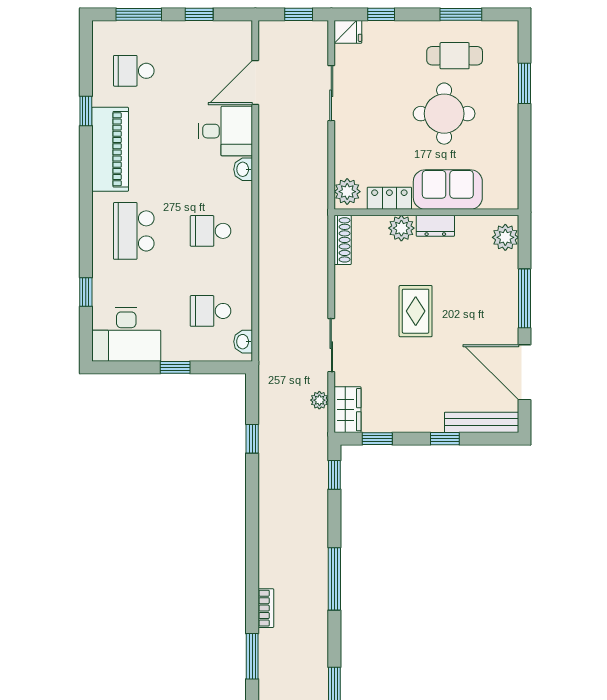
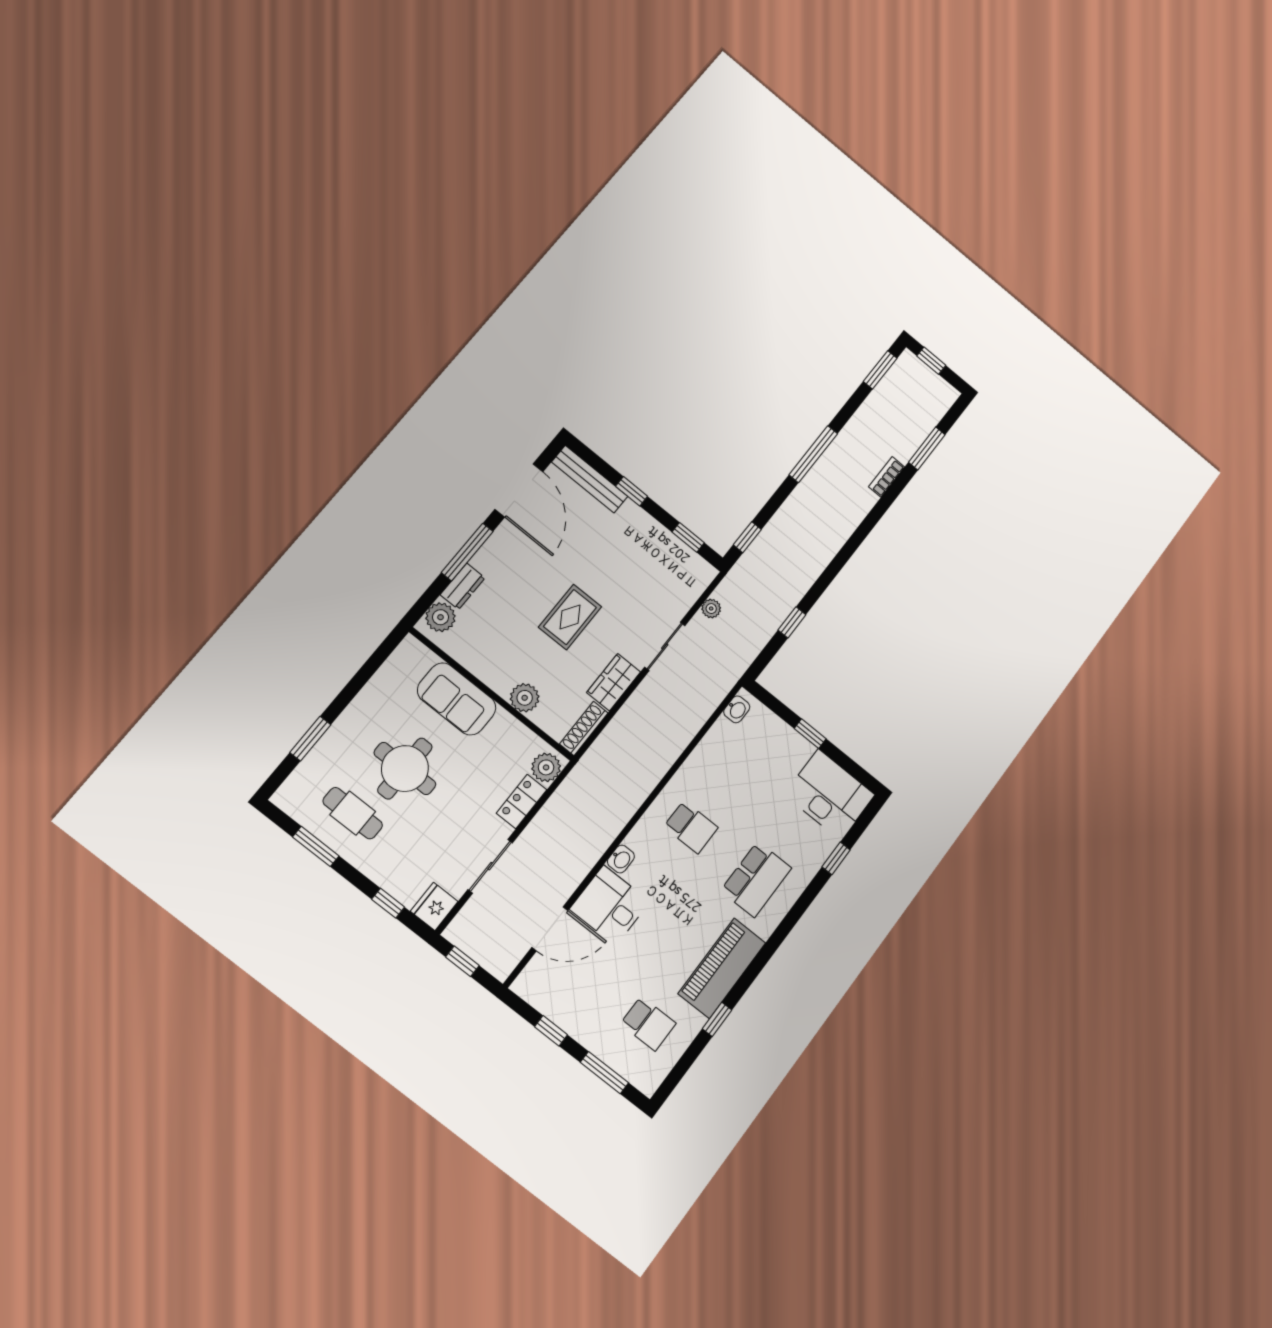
fridge: (348, 32) -> (434, 906), width x1.38
locker: (389, 198) -> (522, 801), moved, turned 90
dresser: (435, 226) -> (463, 586), moved, turned 90
school desk: (210, 311) -> (744, 758), removed
wardrobe: (348, 410) -> (614, 682), moved

